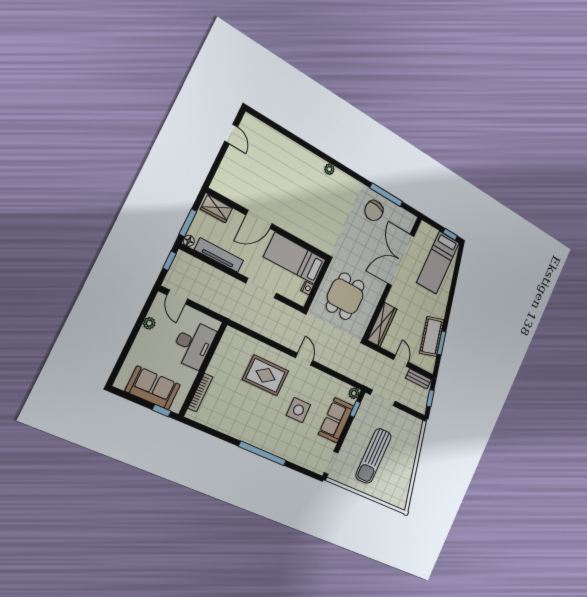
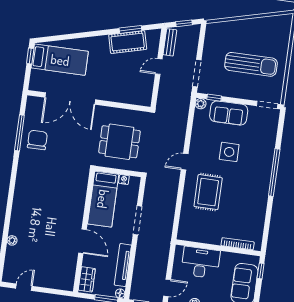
plant: (329, 169) -> (12, 240), moved
chair: (374, 211) -> (37, 140), turned -99
wardrobe: (382, 324) -> (132, 97), removed

